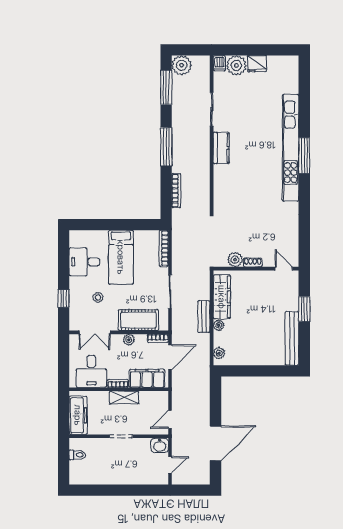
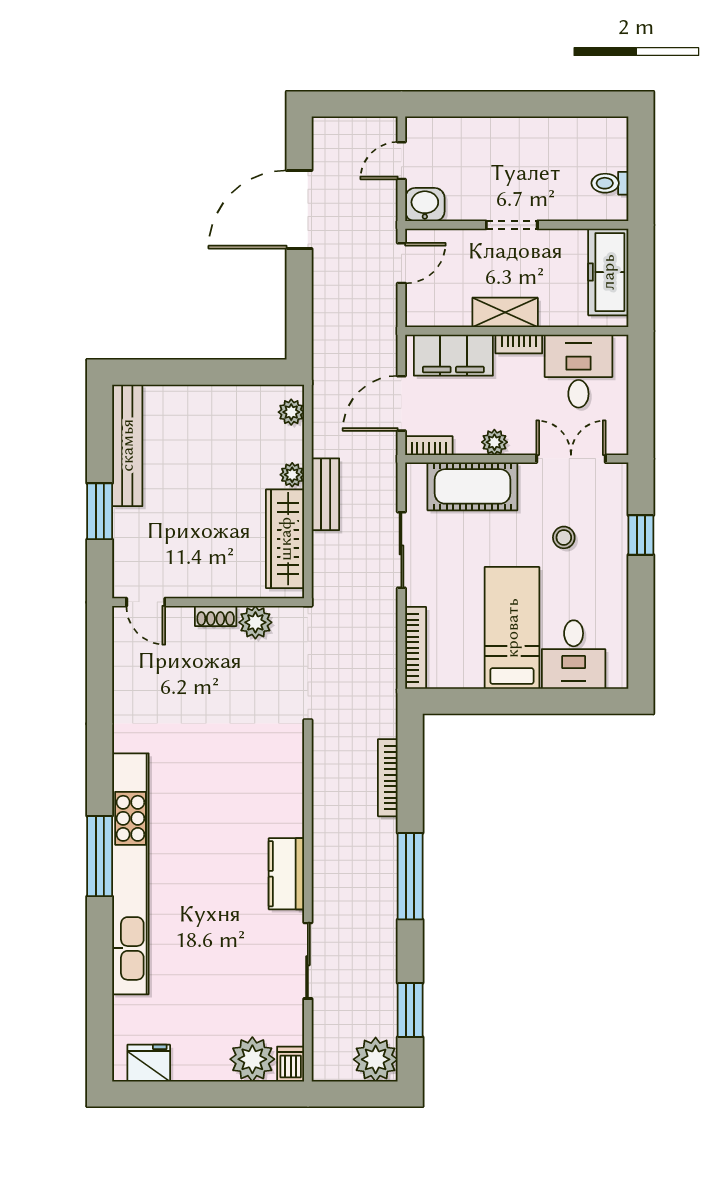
fridge: (257, 64) -> (149, 1063), moved
window: (166, 87) -> (410, 1010), width x0.69
desk: (84, 262) -> (574, 655), moved, turned 90

